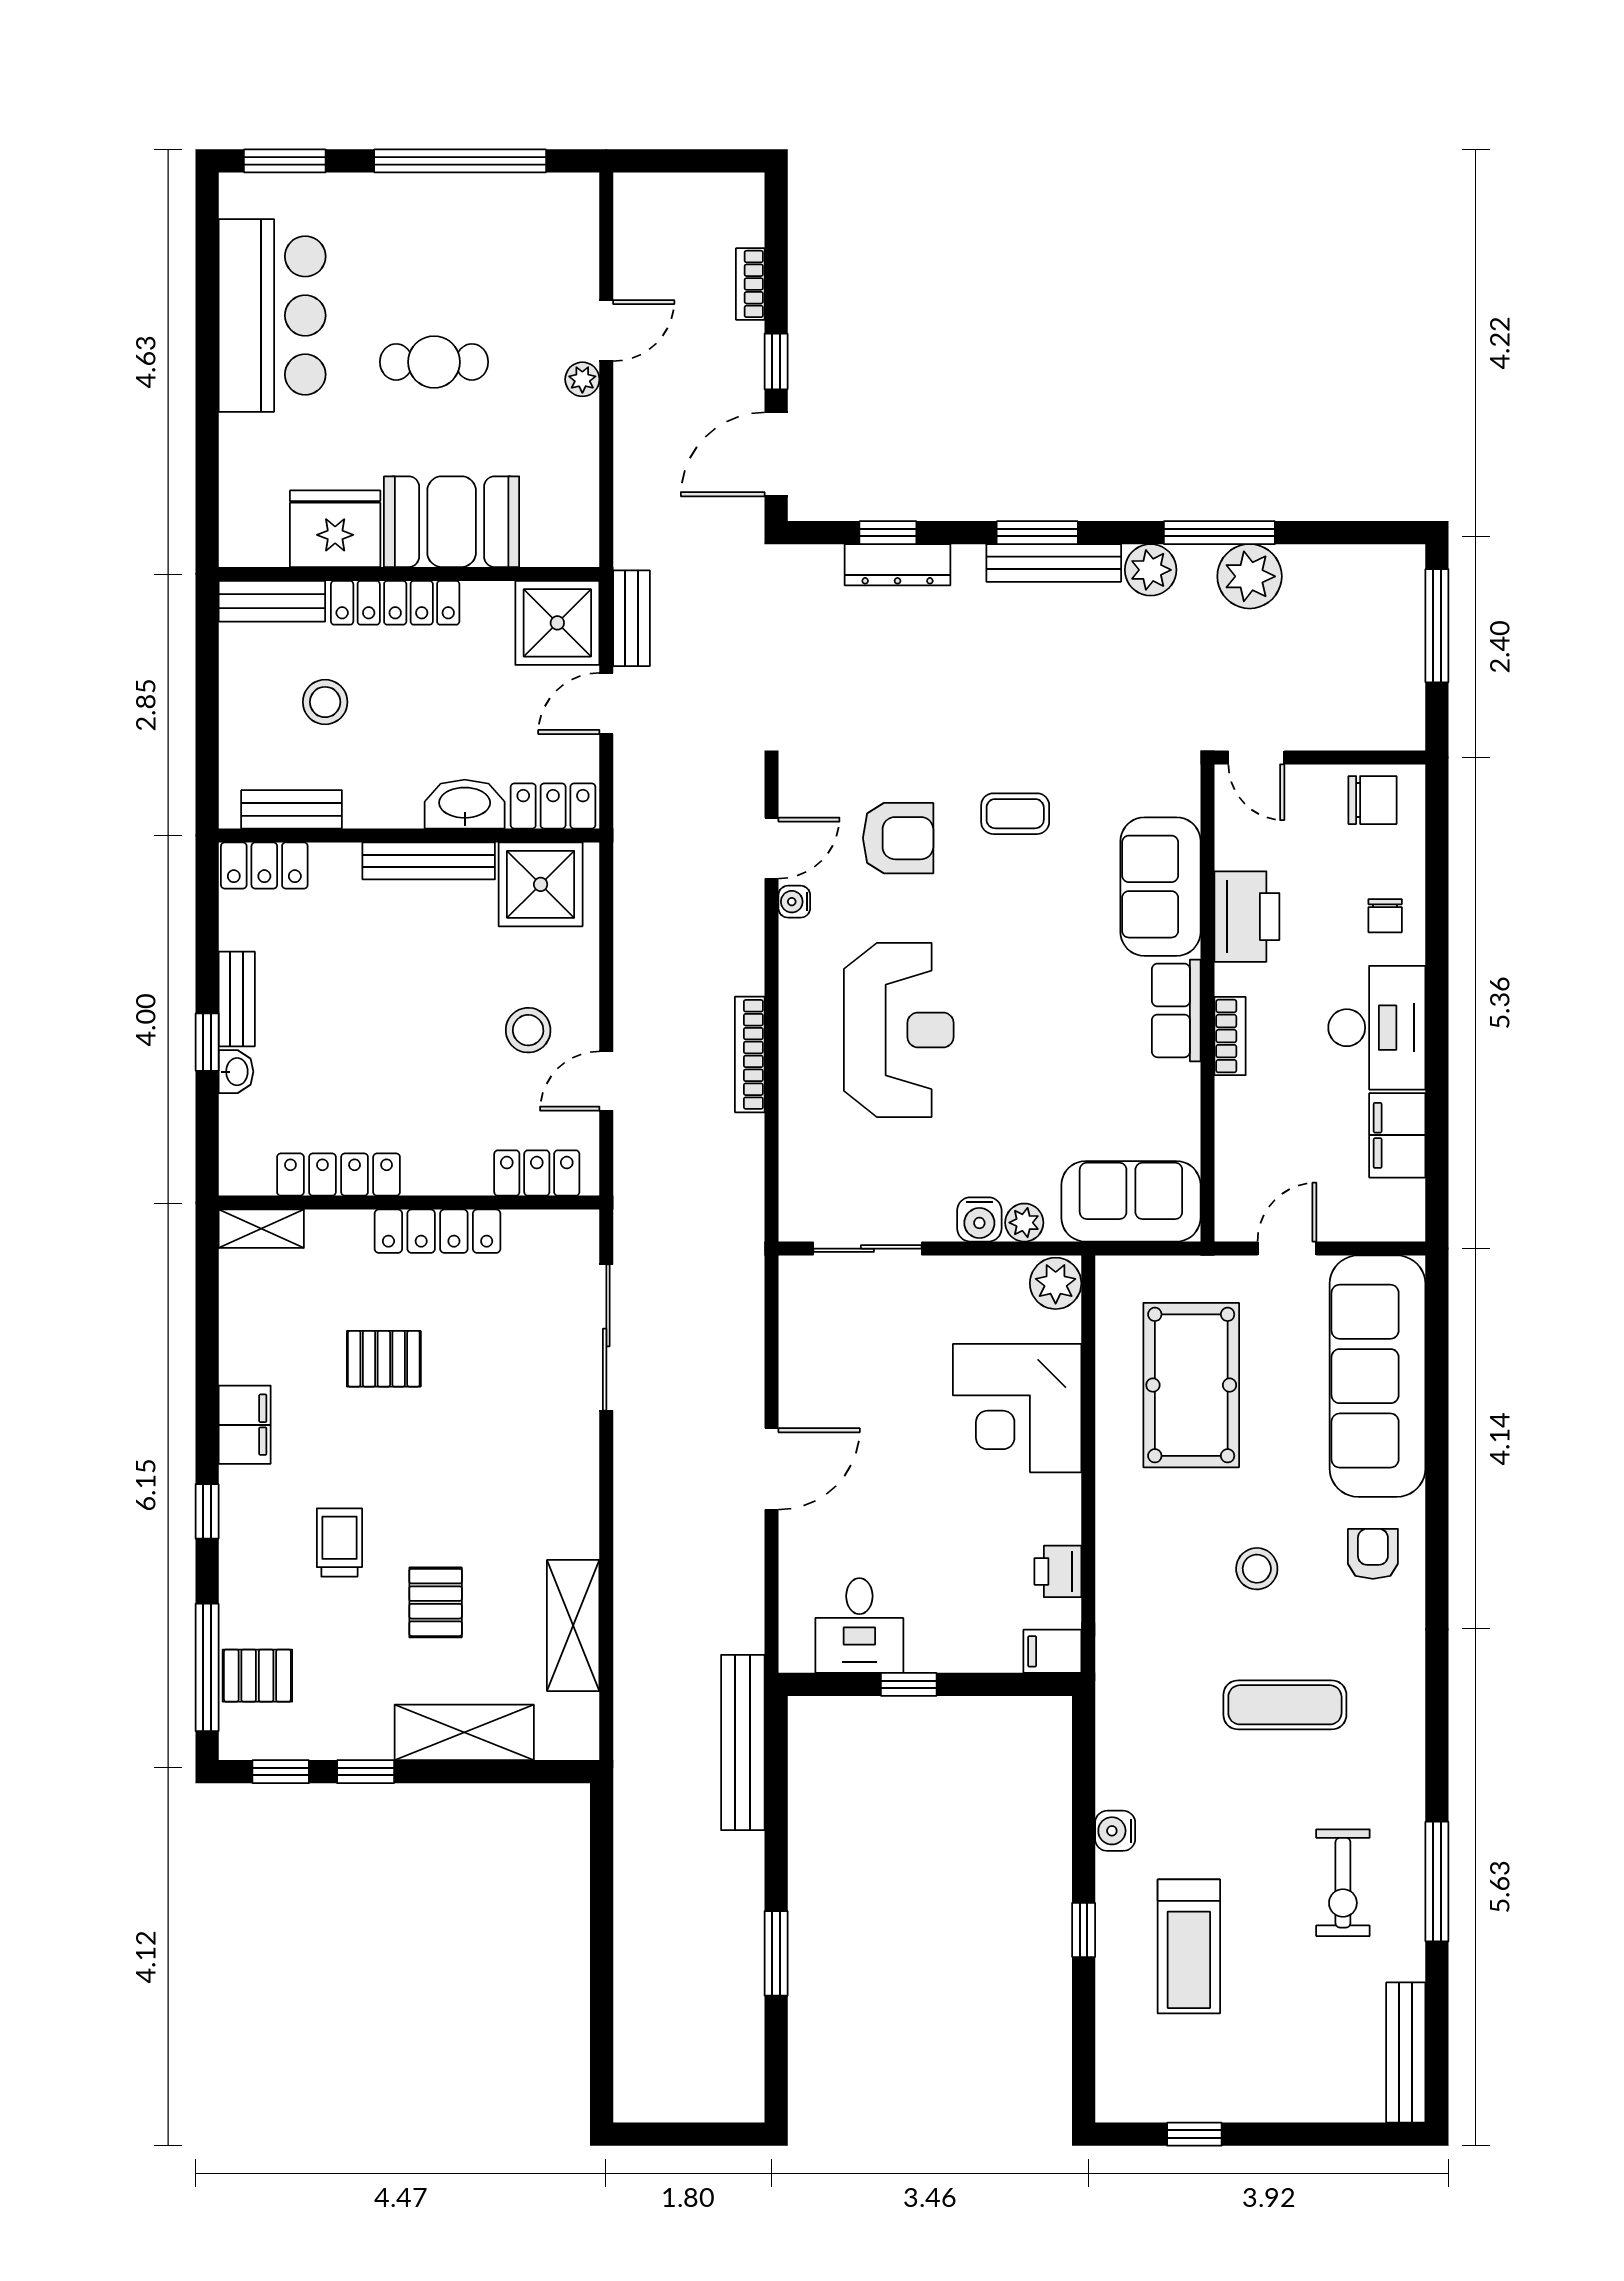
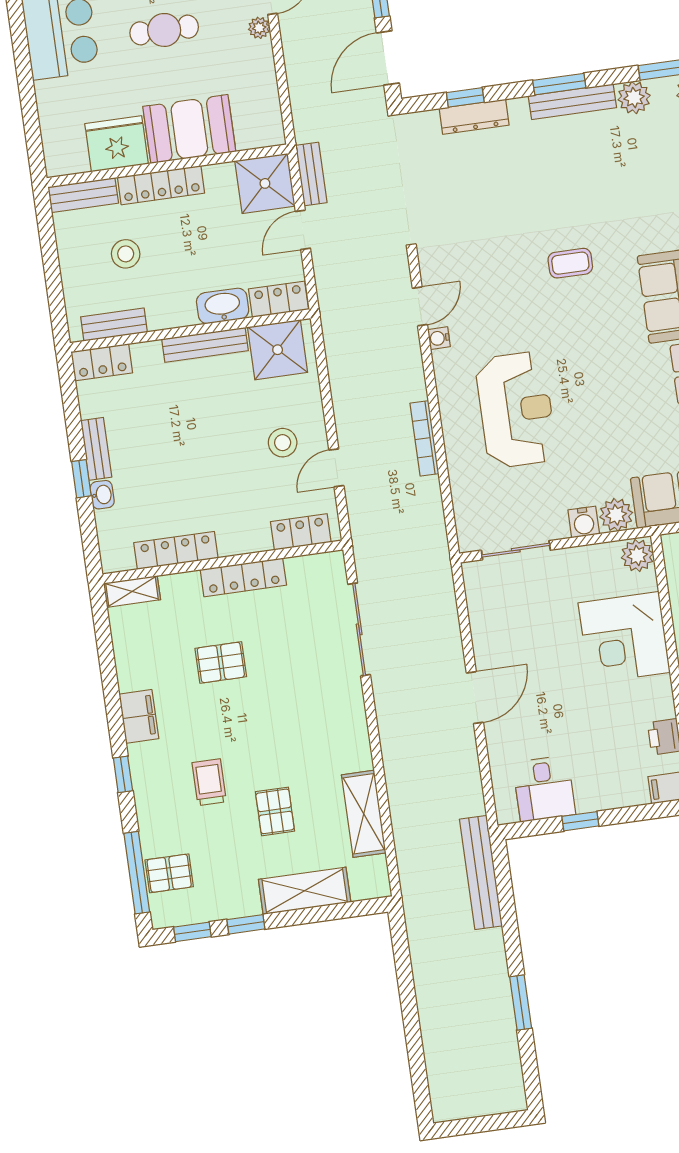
armchair: (898, 838) -> (499, 289), removed
plant: (1024, 1223) -> (616, 515), width x1.38, depth x1.38

